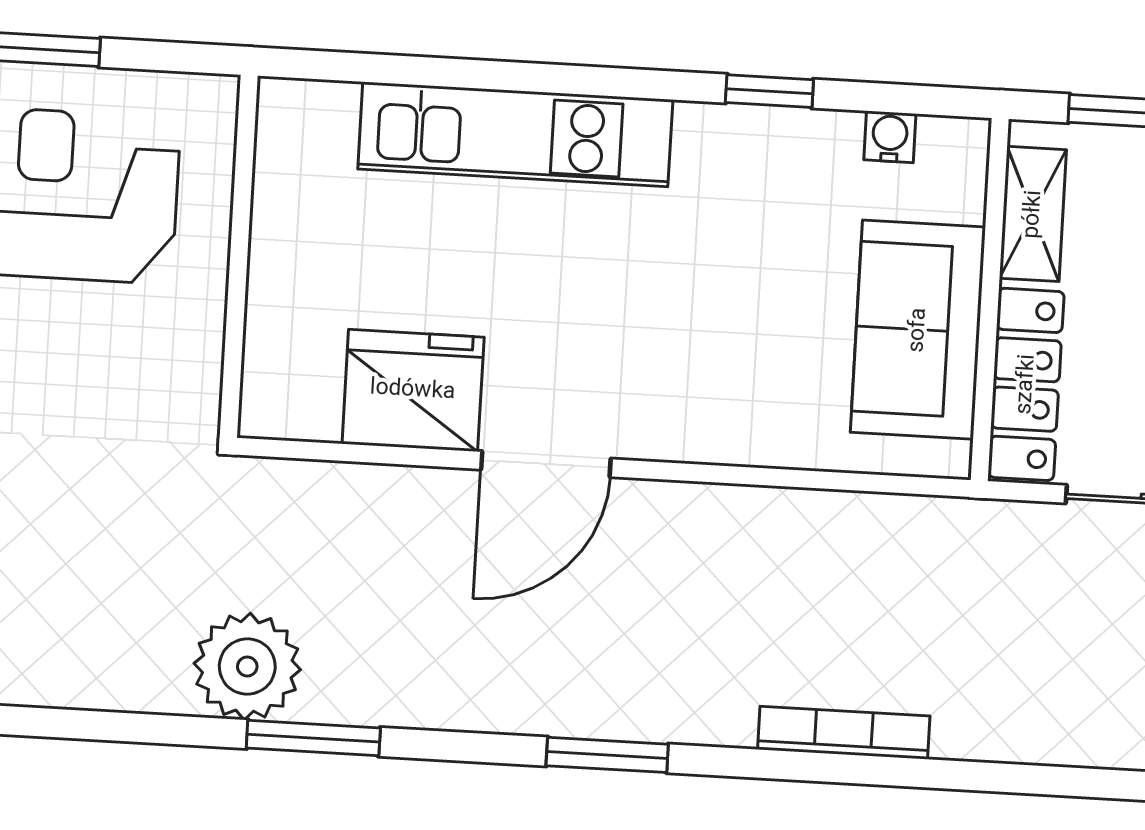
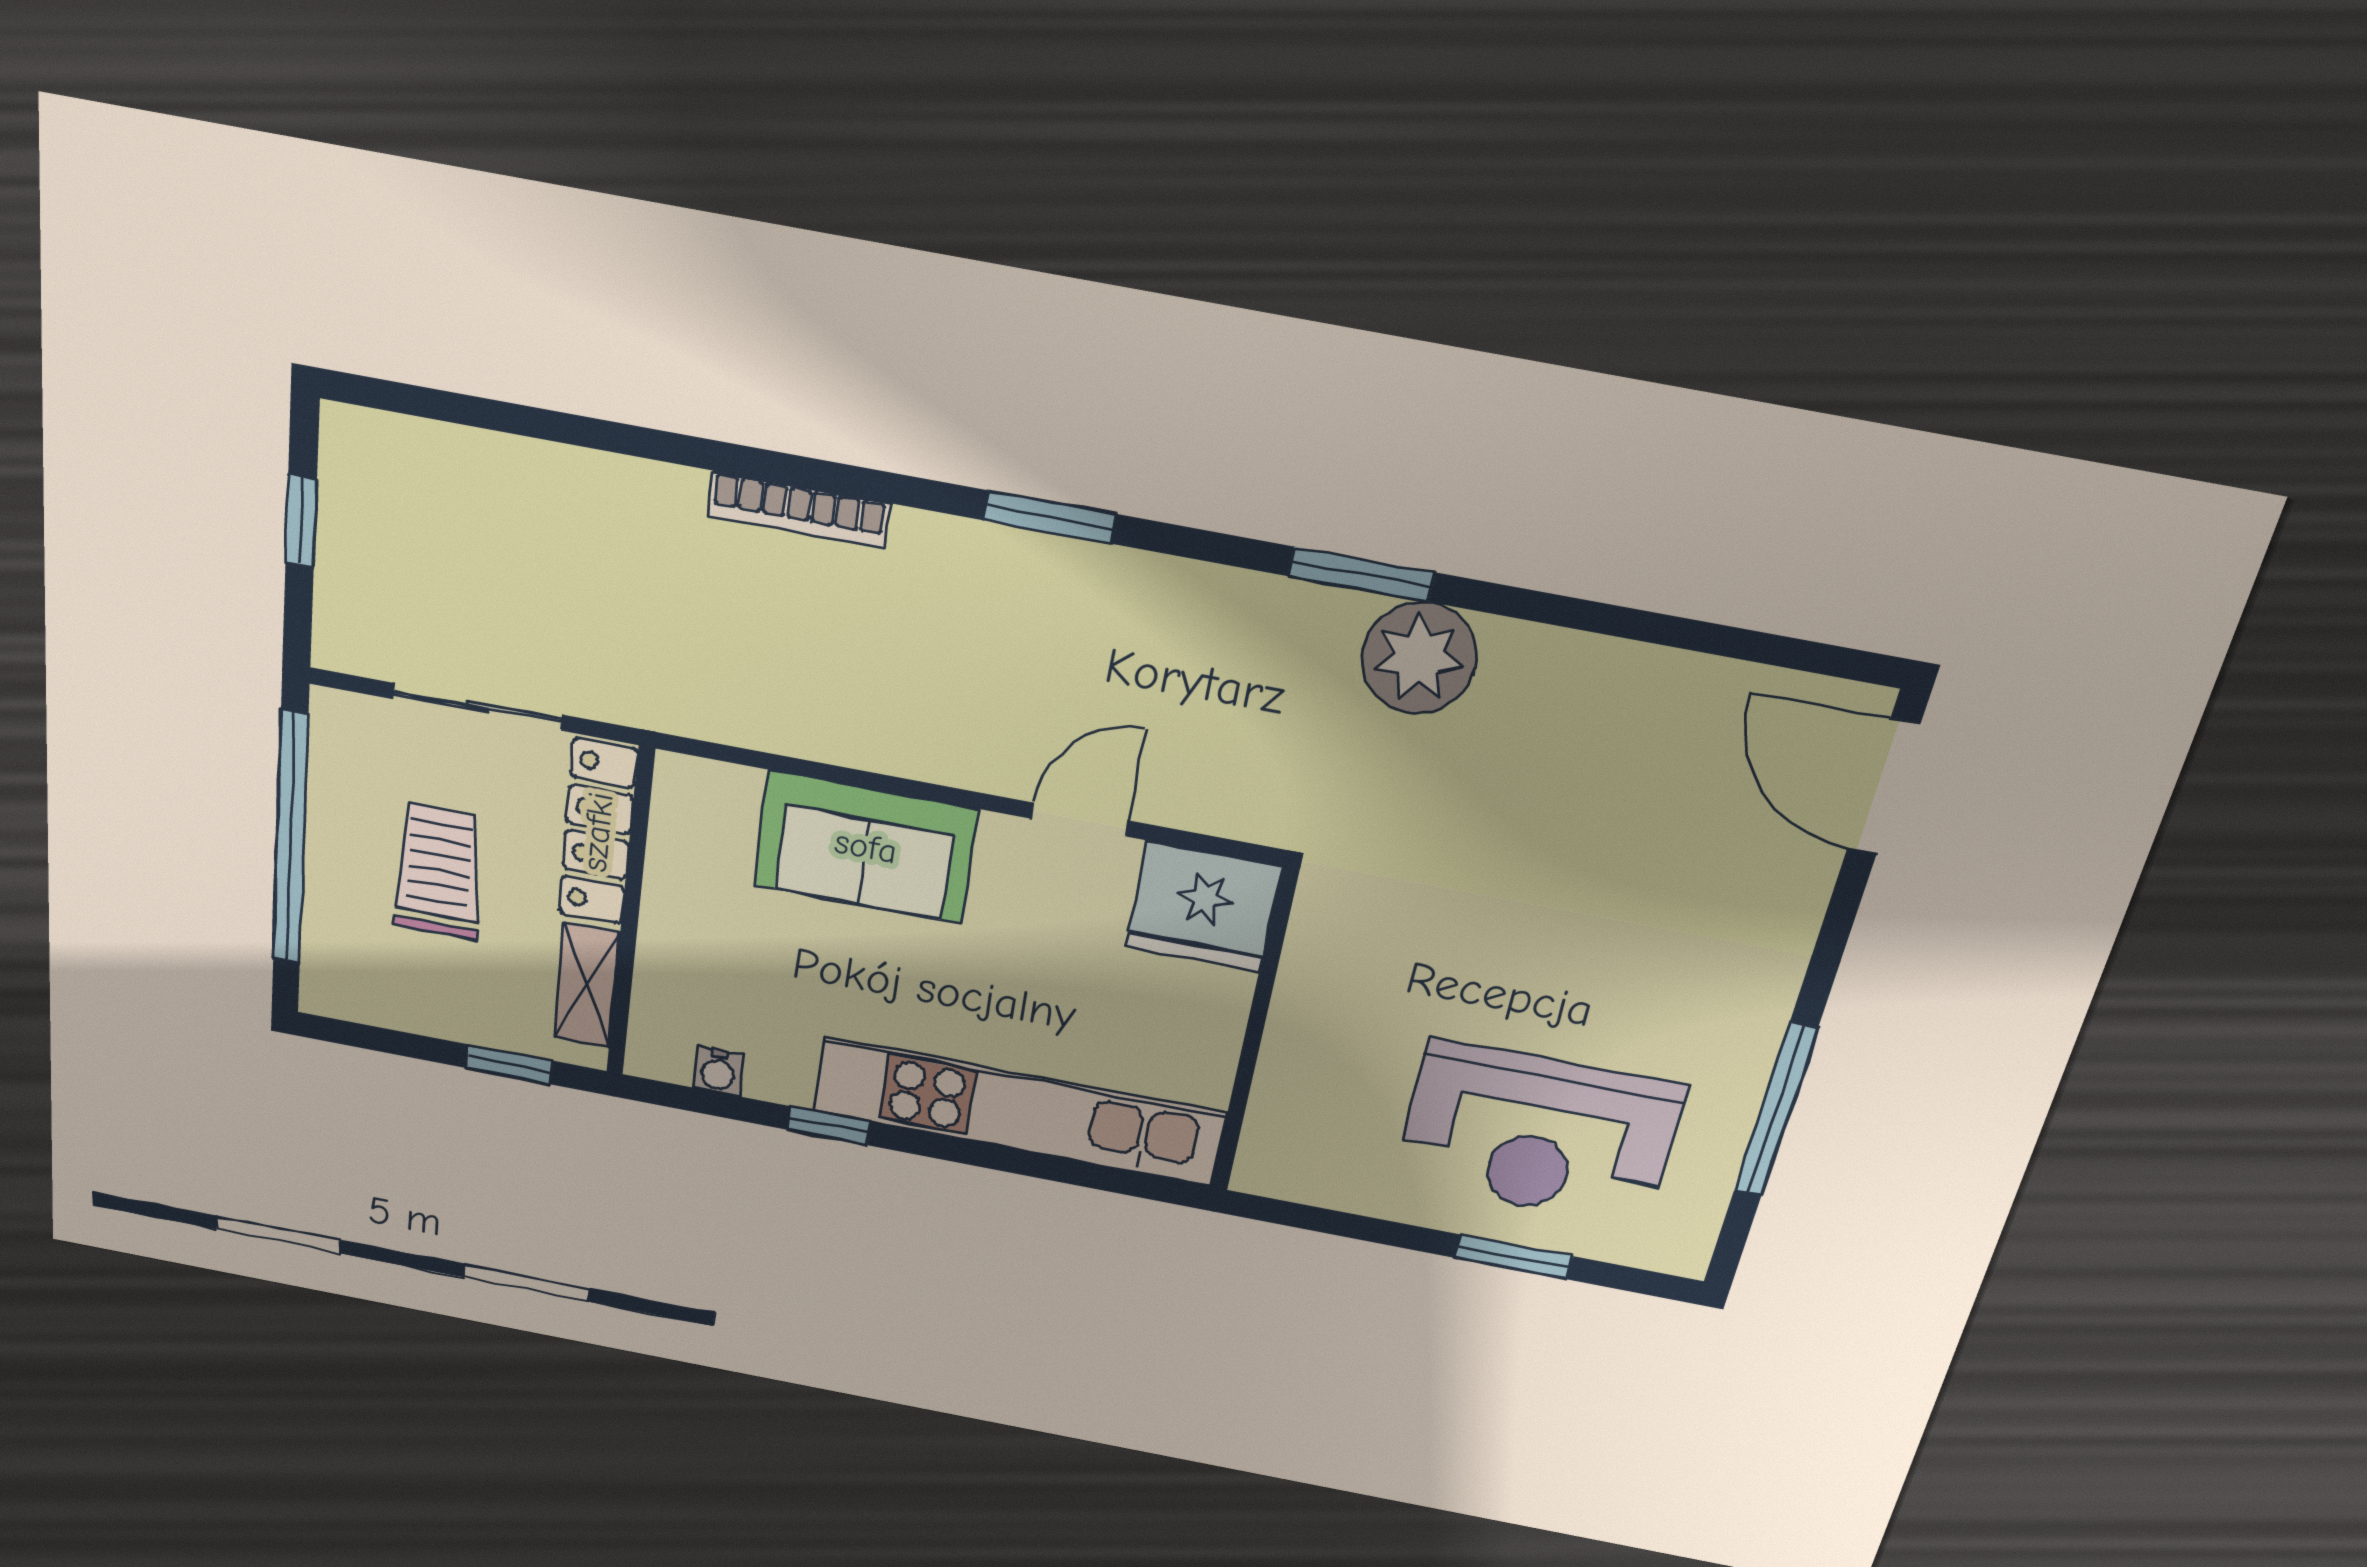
kitchen unit: (515, 134) -> (1019, 1112), width x1.36
wall: (239, 256) -> (1254, 1033), moved
sofa: (918, 330) -> (866, 847), moved, turned 90
door: (546, 464) -> (1079, 820), width x0.73

